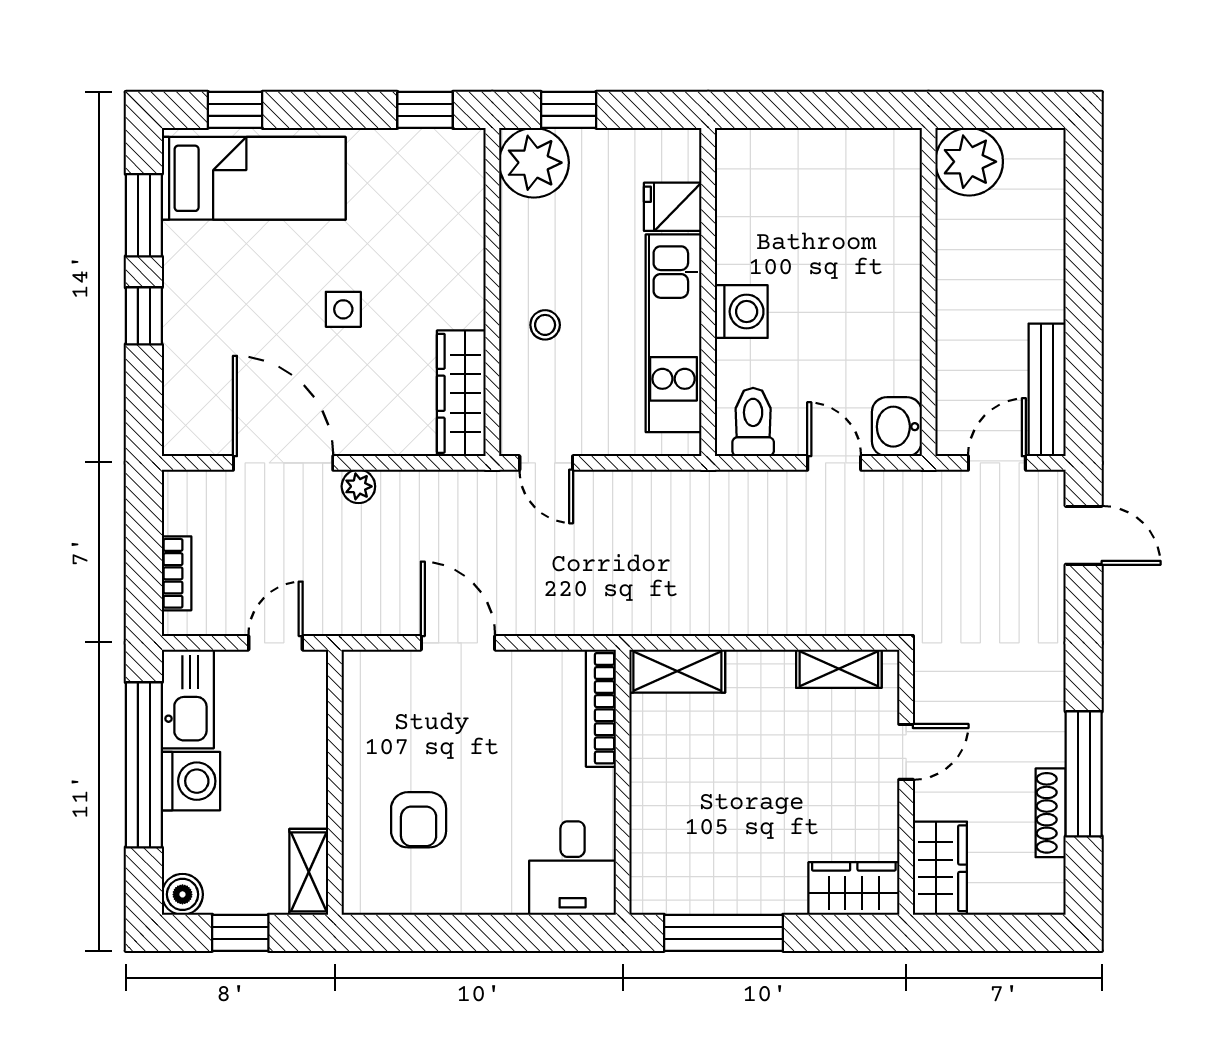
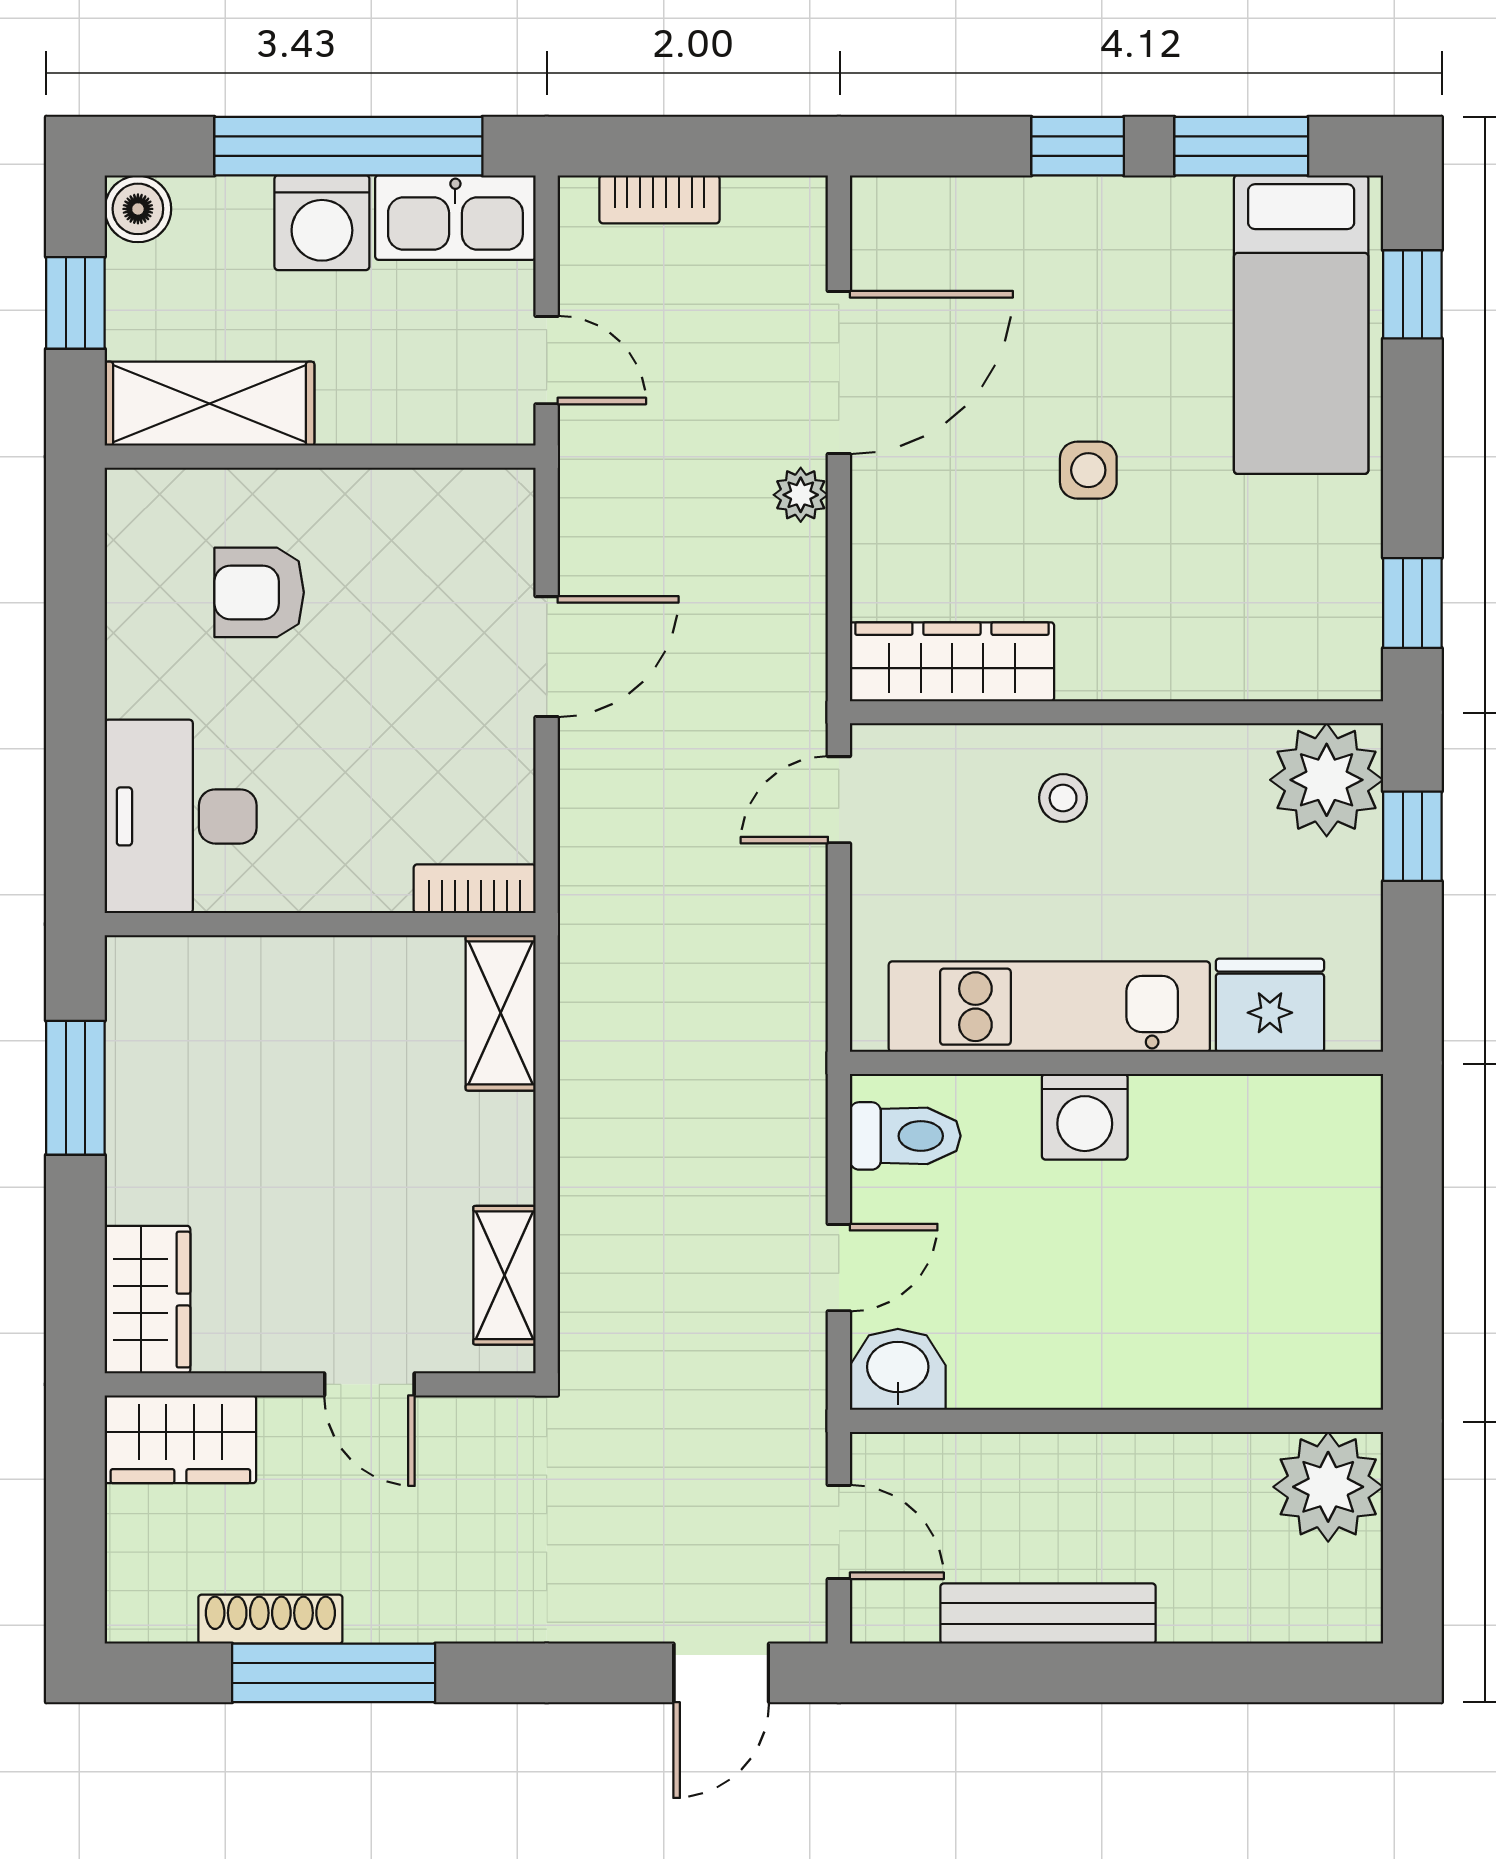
fridge: (673, 207) -> (1270, 1005), width x1.38
bench: (1047, 390) -> (1048, 1614), moved
bookcase: (601, 708) -> (475, 889), width x0.64
desk: (573, 868) -> (181, 816), width x1.37
shelving: (309, 872) -> (209, 404), width x1.50, depth x1.33
window: (724, 933) -> (75, 1088), width x0.69

